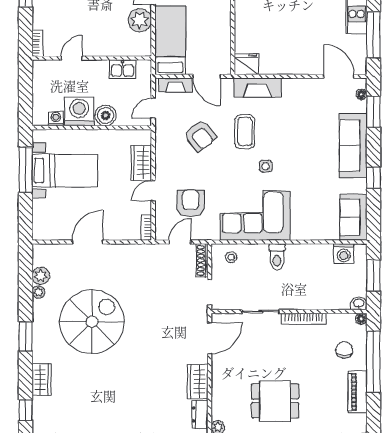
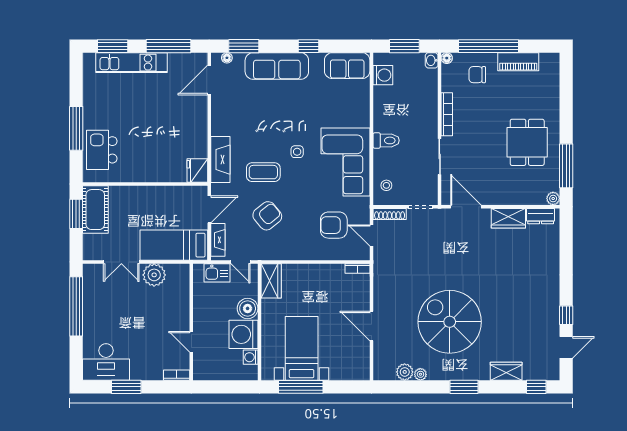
kitchen sink: (122, 69) -> (217, 273), moved, turned 90
wardrobe: (141, 163) -> (271, 281), moved, turned -90
door: (153, 191) -> (321, 262), removed

